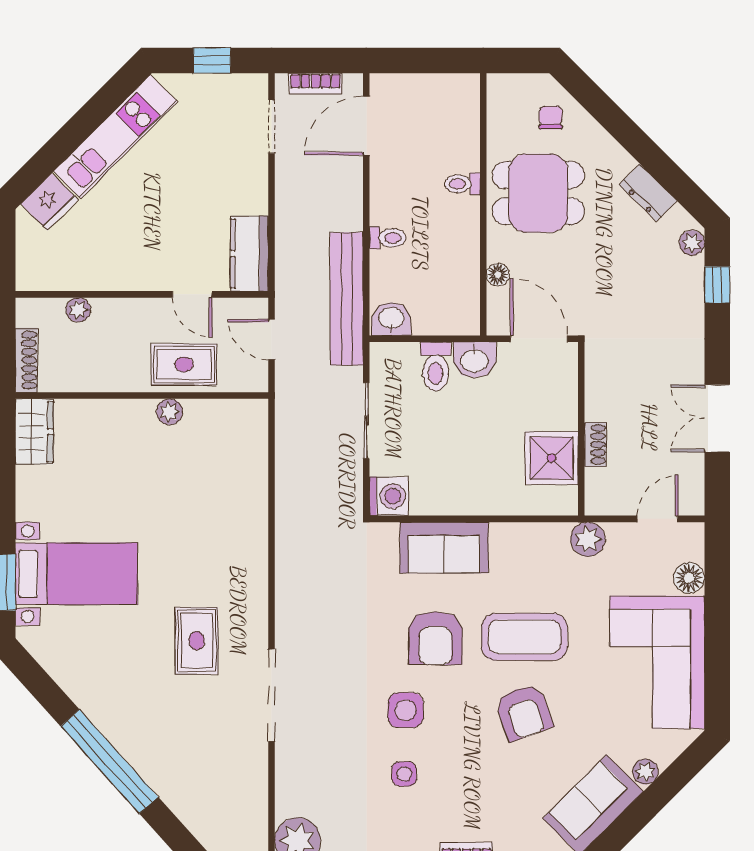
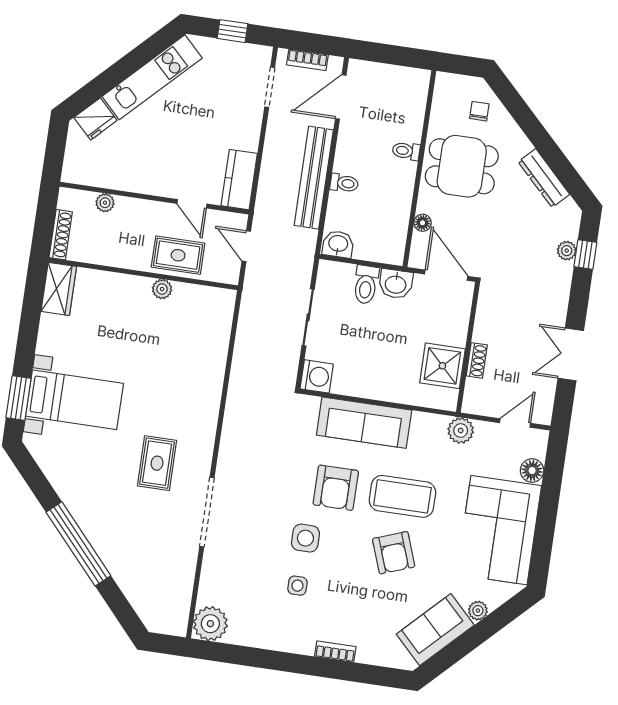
dresser: (648, 193) -> (544, 178), width x1.44
plant: (692, 243) -> (567, 251), moved
bench: (347, 299) -> (314, 178), moved
sofa: (444, 548) -> (364, 423), width x1.36

